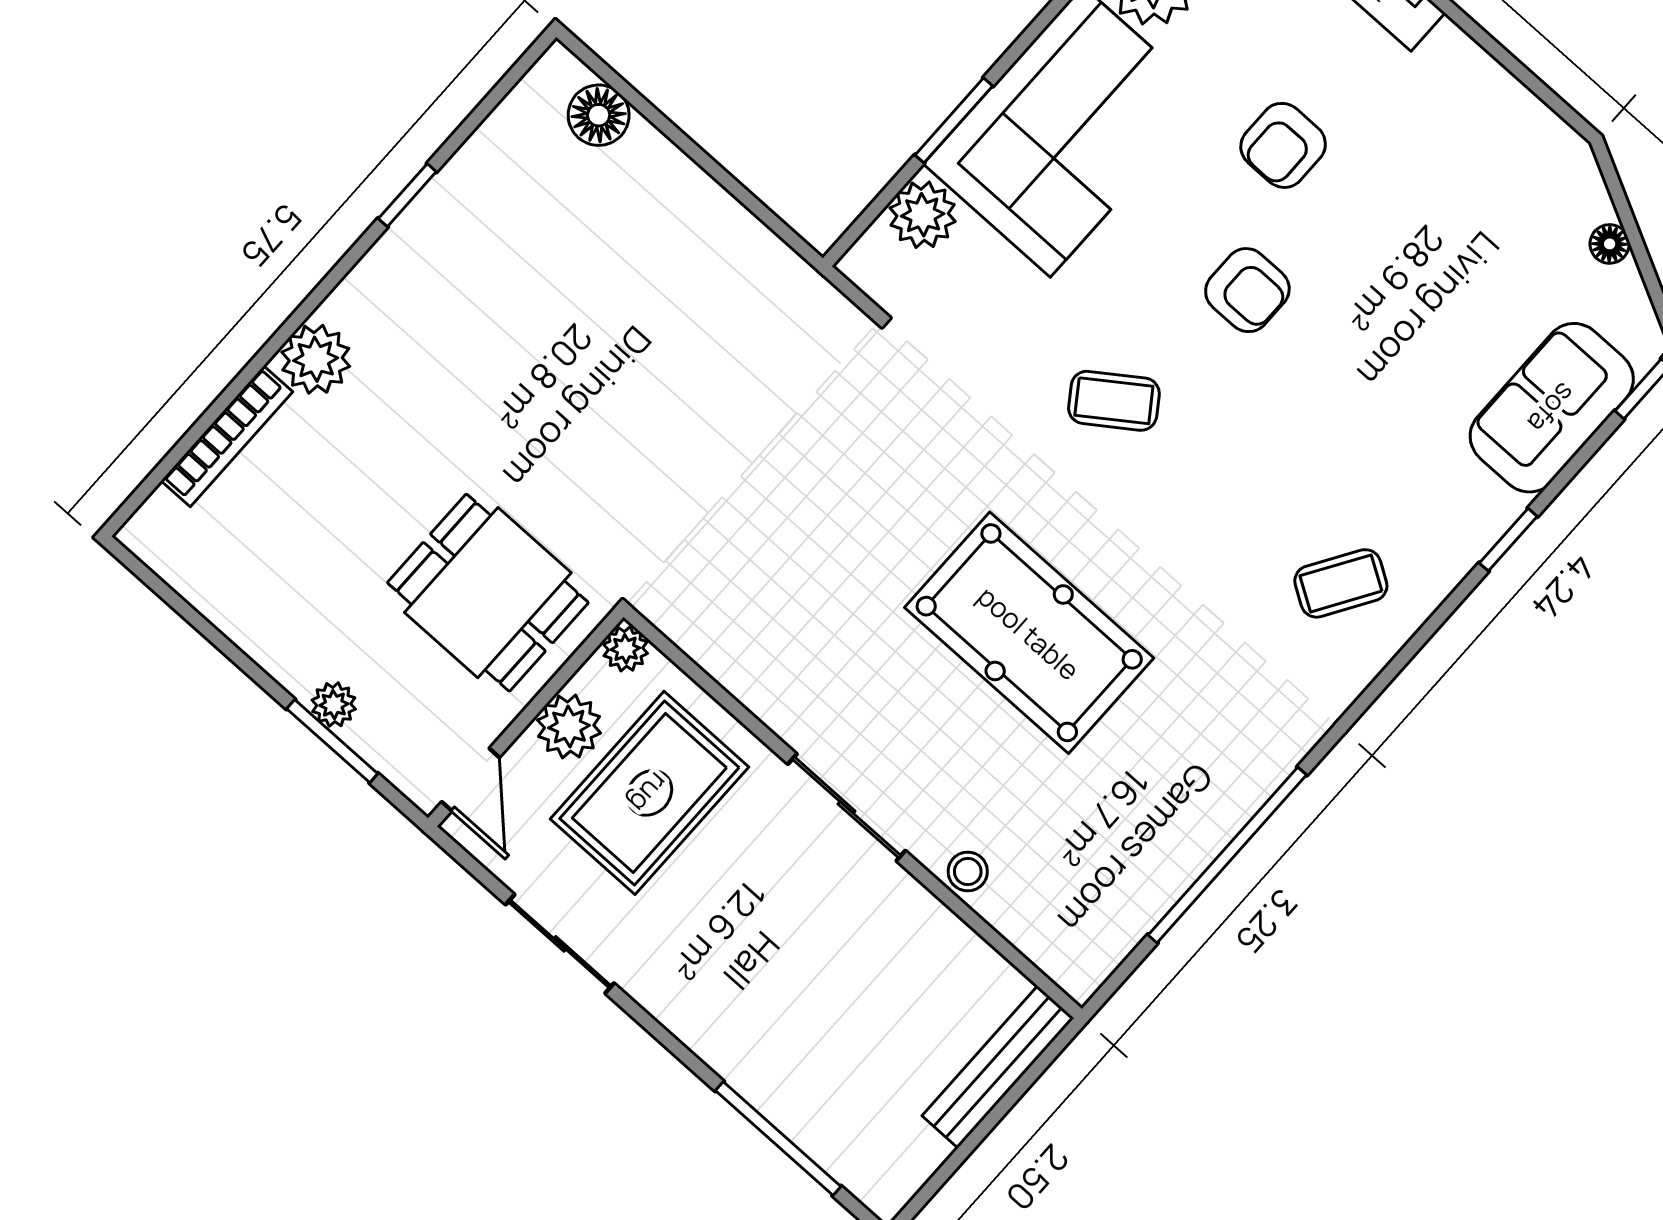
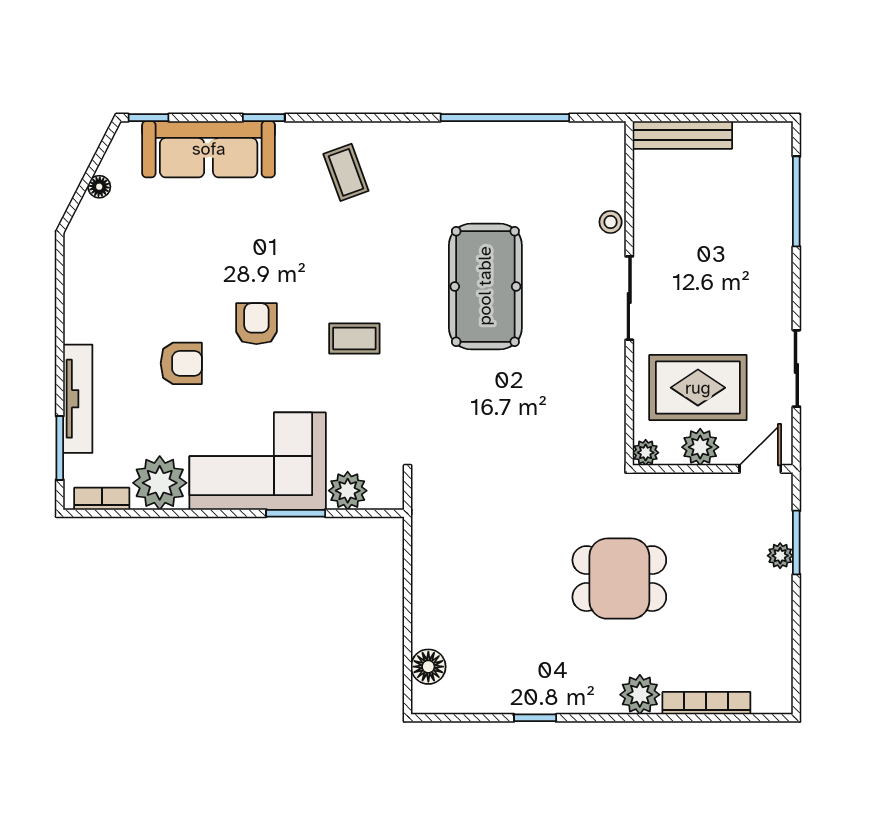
coffee table: (1114, 401) -> (354, 338), turned -55
sofa: (1552, 408) -> (209, 149), width x1.36
coffee table: (1341, 583) -> (346, 172), turned 38
dining table: (488, 593) -> (619, 579), moved, turned 90

